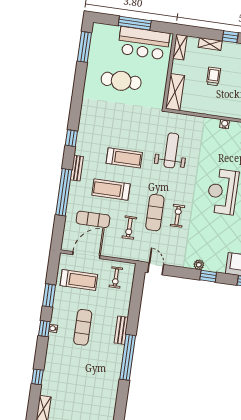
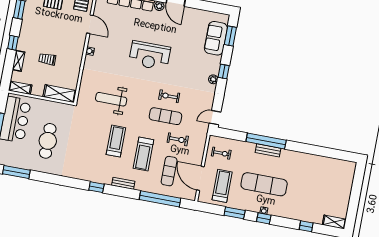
window: (64, 192) -> (160, 199), moved
exercise mat: (83, 327) -> (264, 184), width x1.36, depth x1.45
window: (128, 357) -> (266, 141), moved

